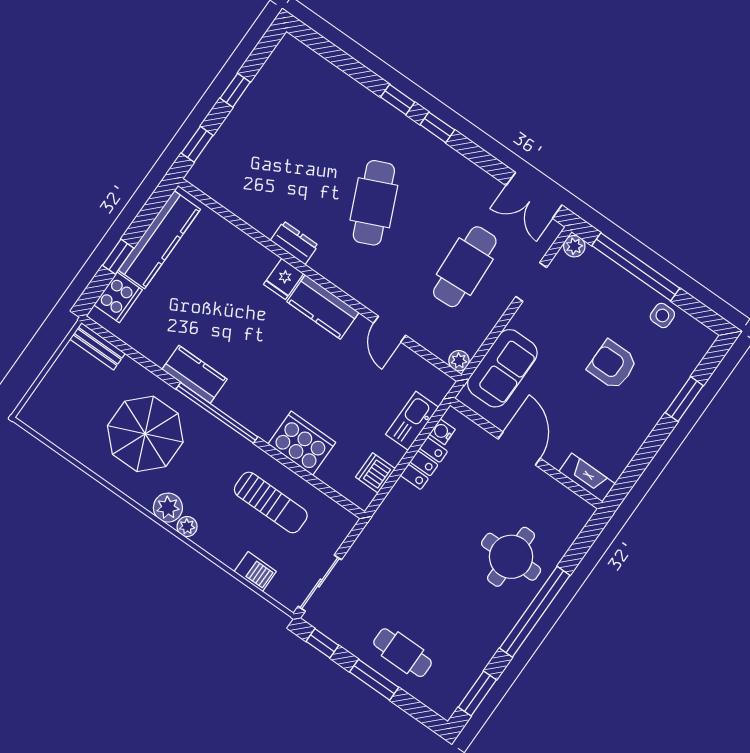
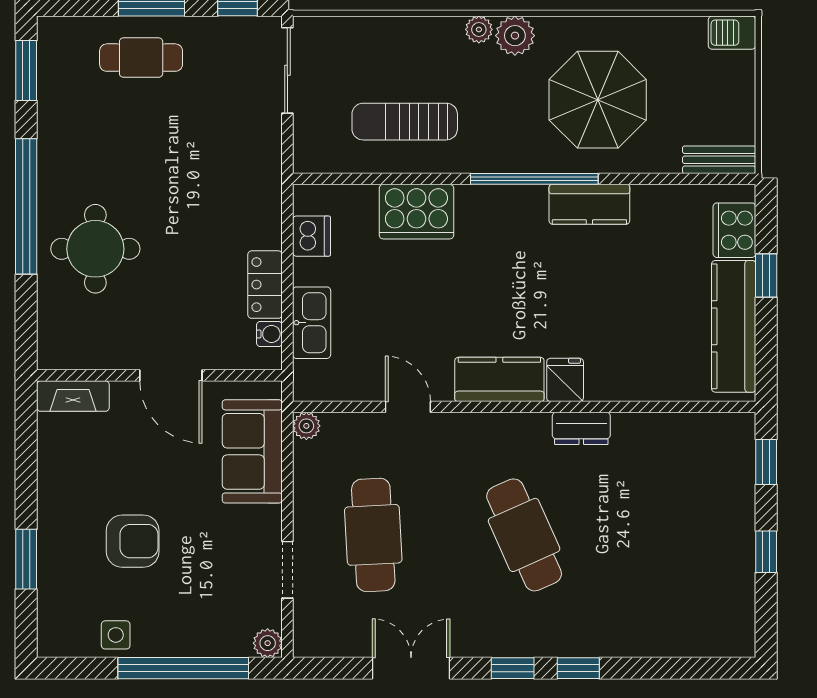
double door: (534, 195) -> (411, 668), moved
barbecue: (255, 572) -> (732, 33), moved

